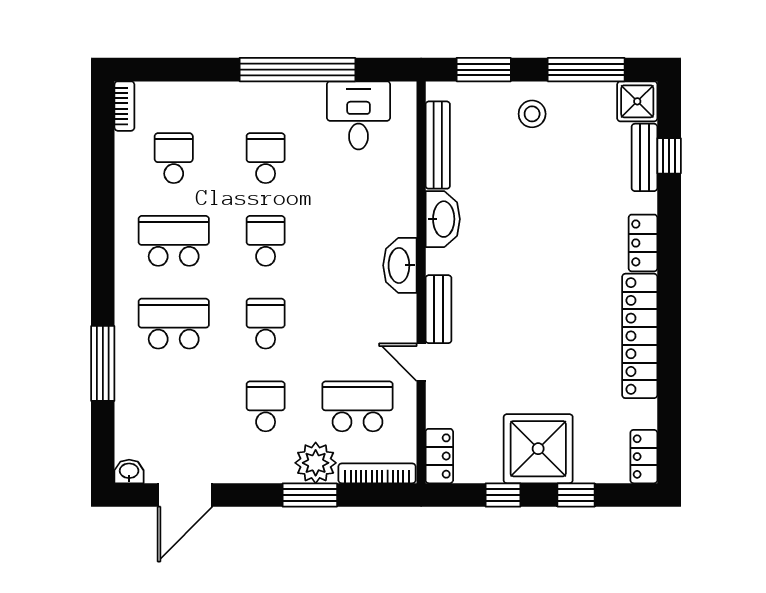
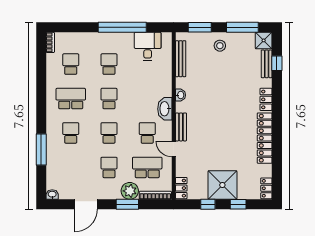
washbasin: (443, 219) -> (180, 95), width x0.52, depth x0.69
school desk: (174, 324) -> (71, 133), width x0.54
school desk: (358, 324) -> (147, 133), added
door: (185, 495) -> (86, 204), moved

